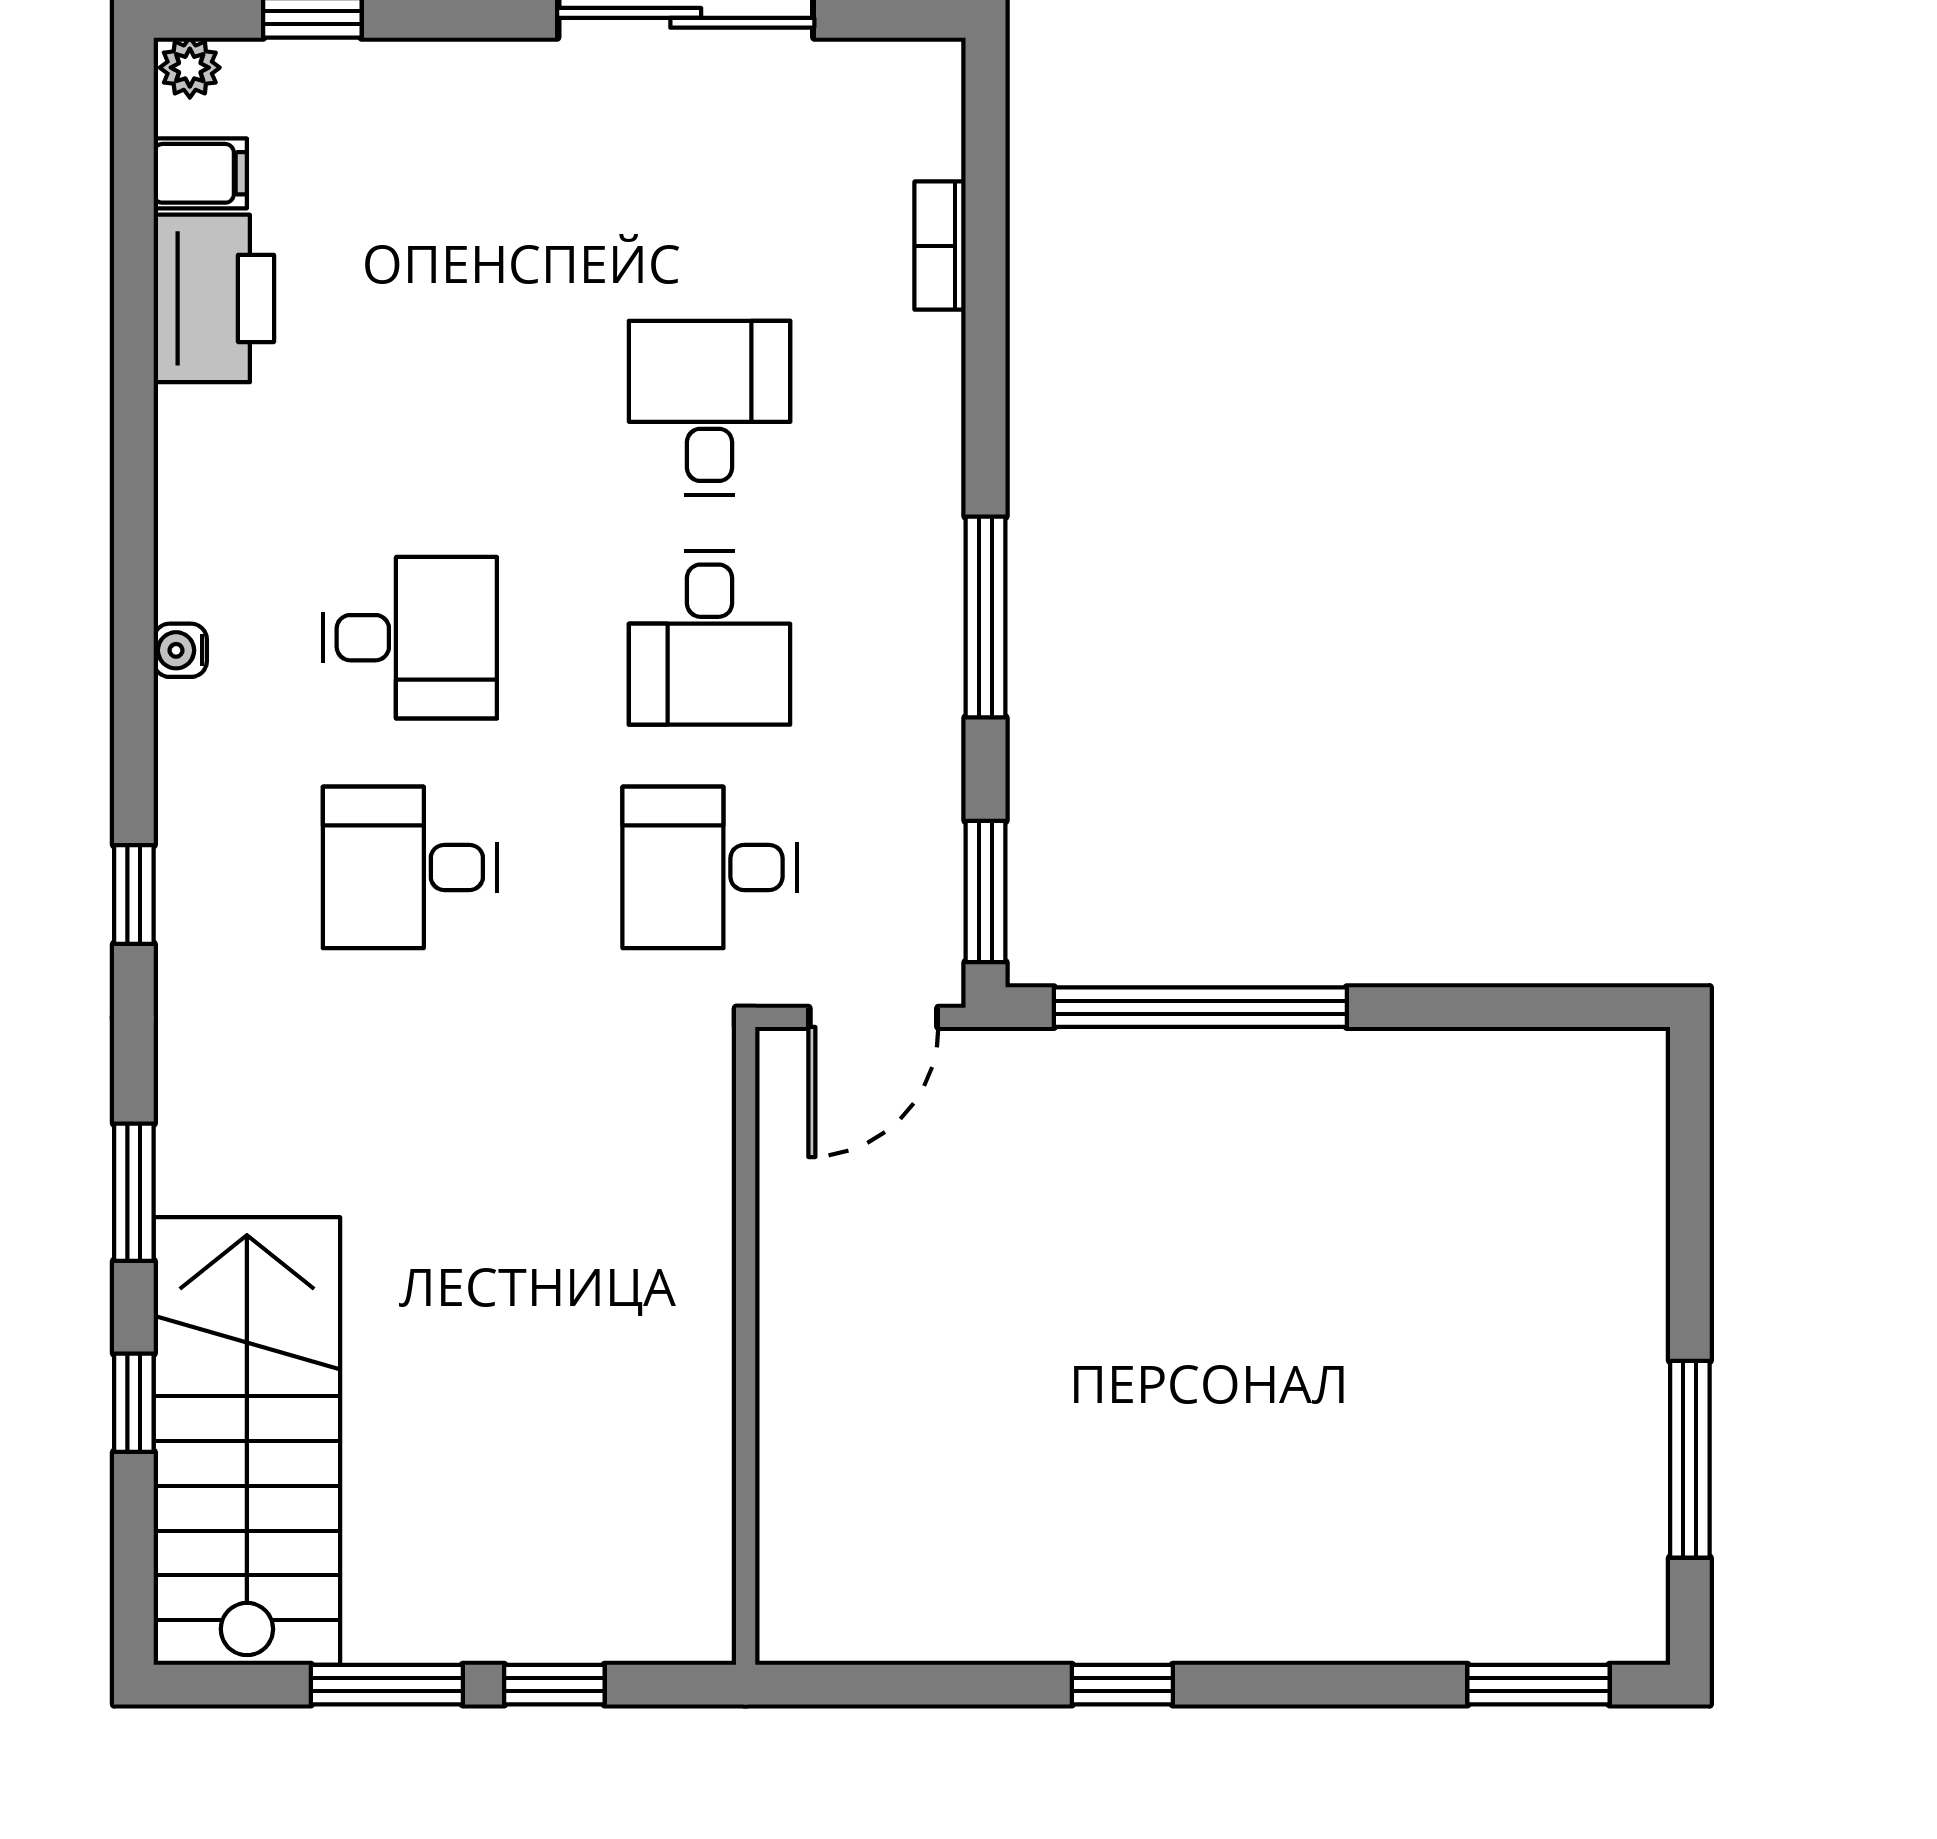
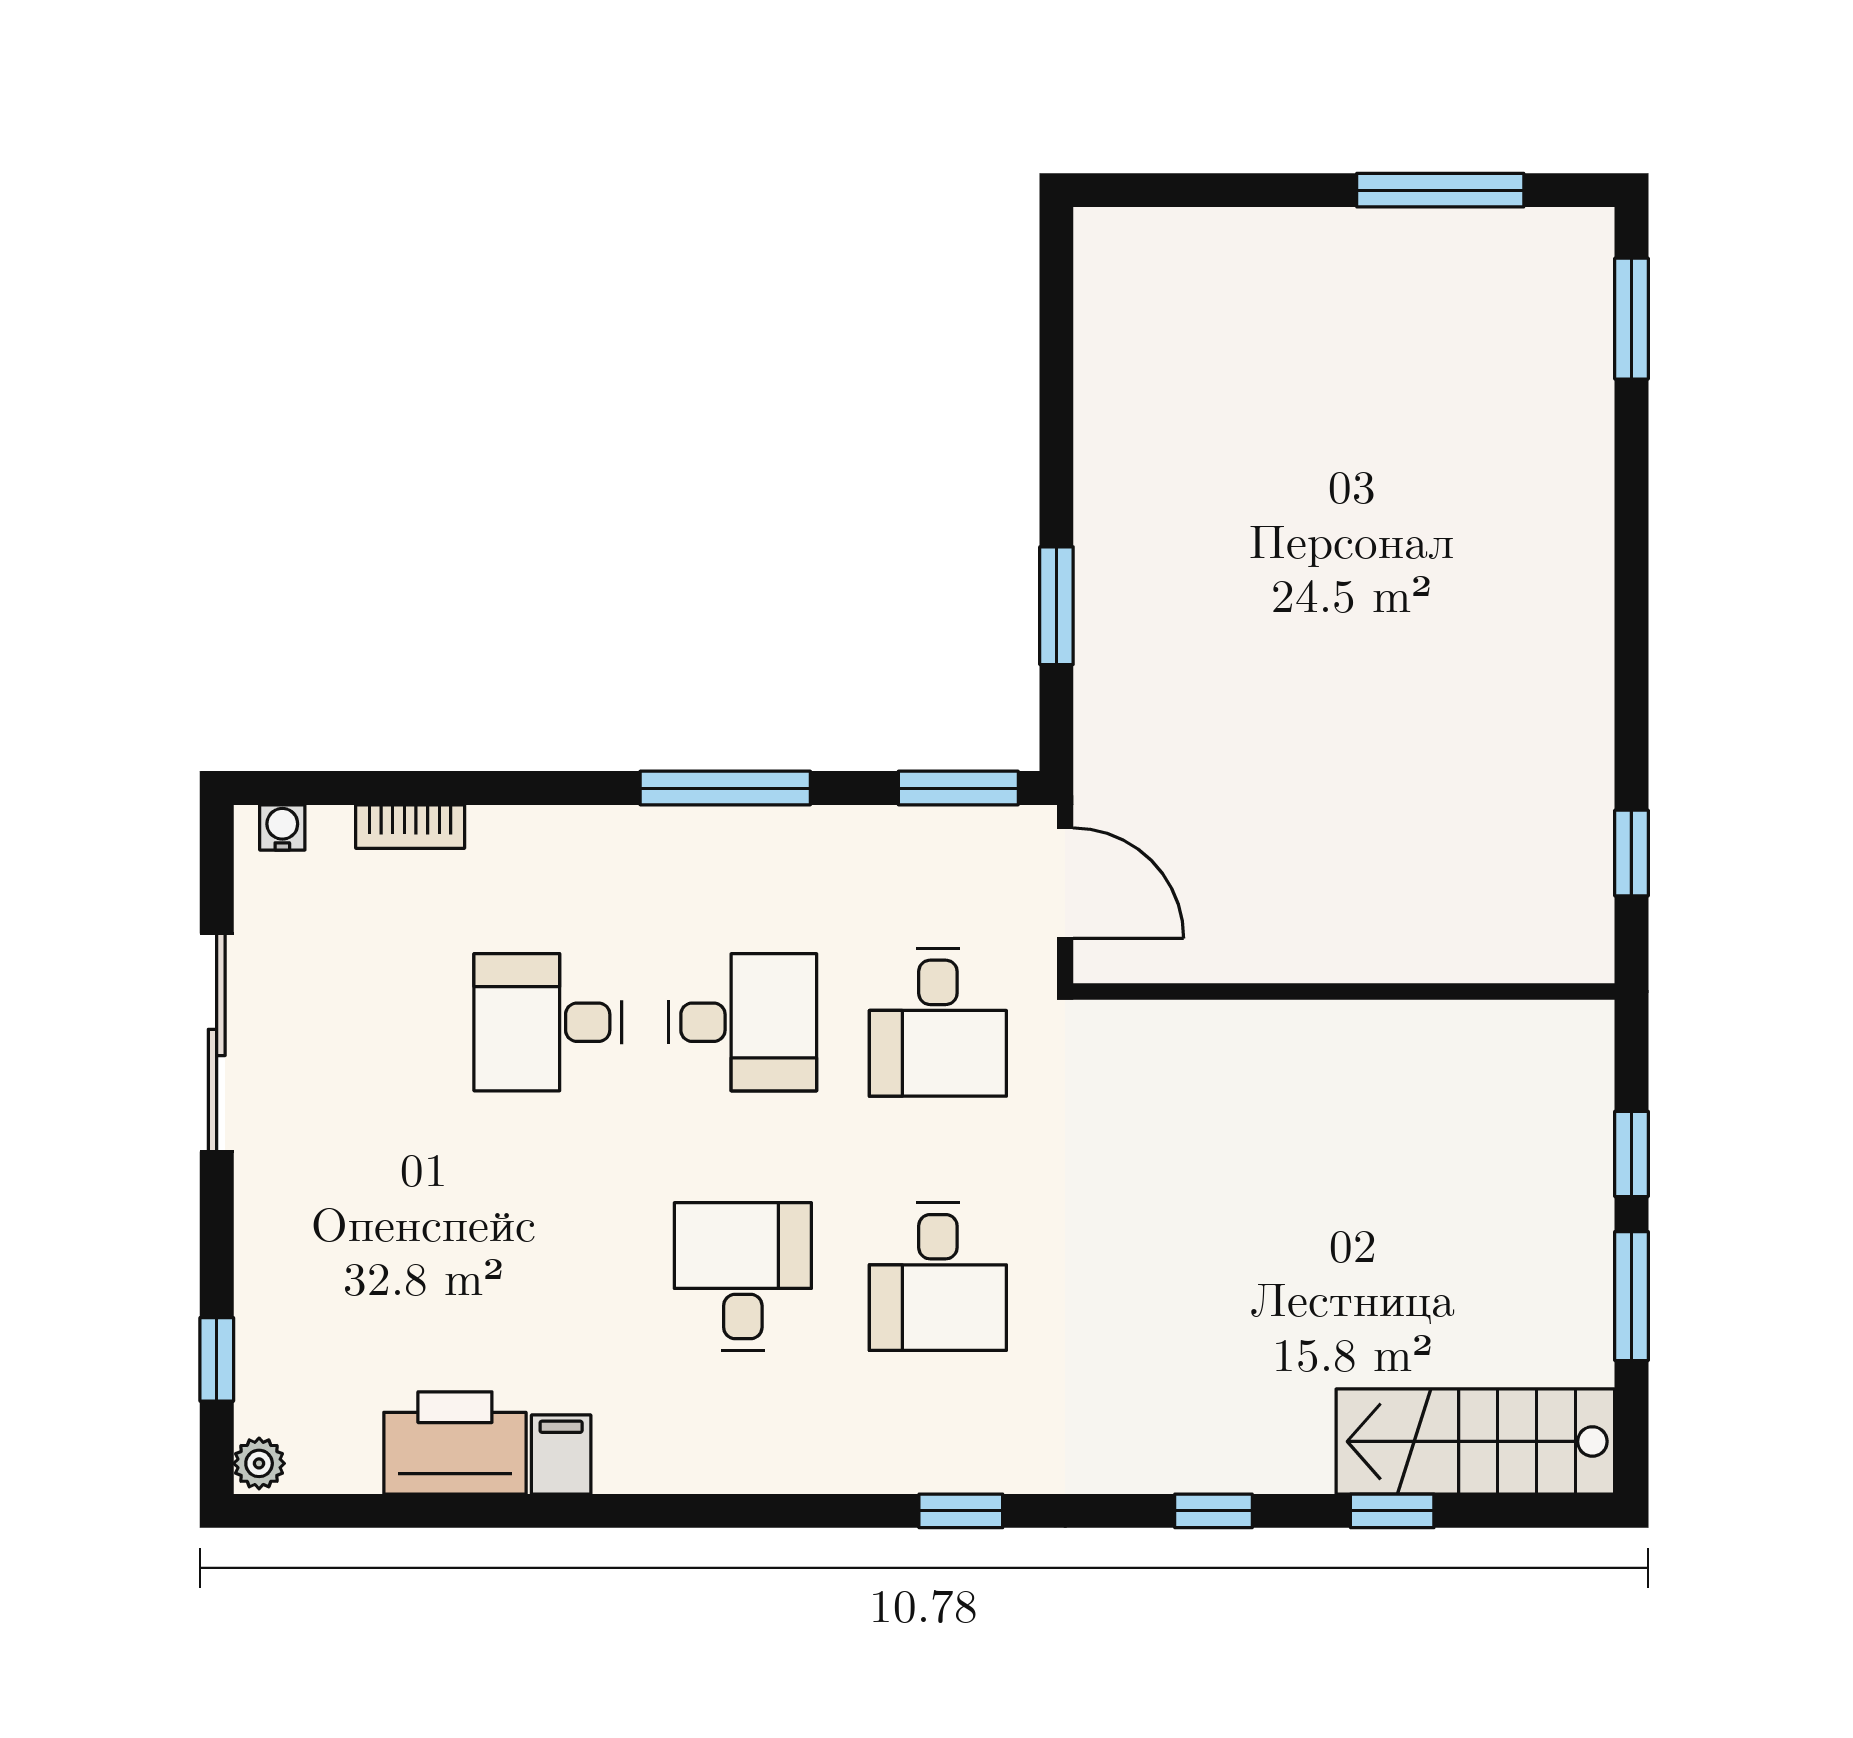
filing cabinet: (200, 173) -> (561, 1454), moved
water cooler: (180, 650) -> (282, 827), moved, turned 180
window: (1200, 1007) -> (1056, 606), width x0.47
window: (134, 1192) -> (1214, 1511), width x0.67
stairs: (247, 1441) -> (1475, 1441), width x0.73, depth x0.66
window: (1122, 1685) -> (1631, 853), moved

